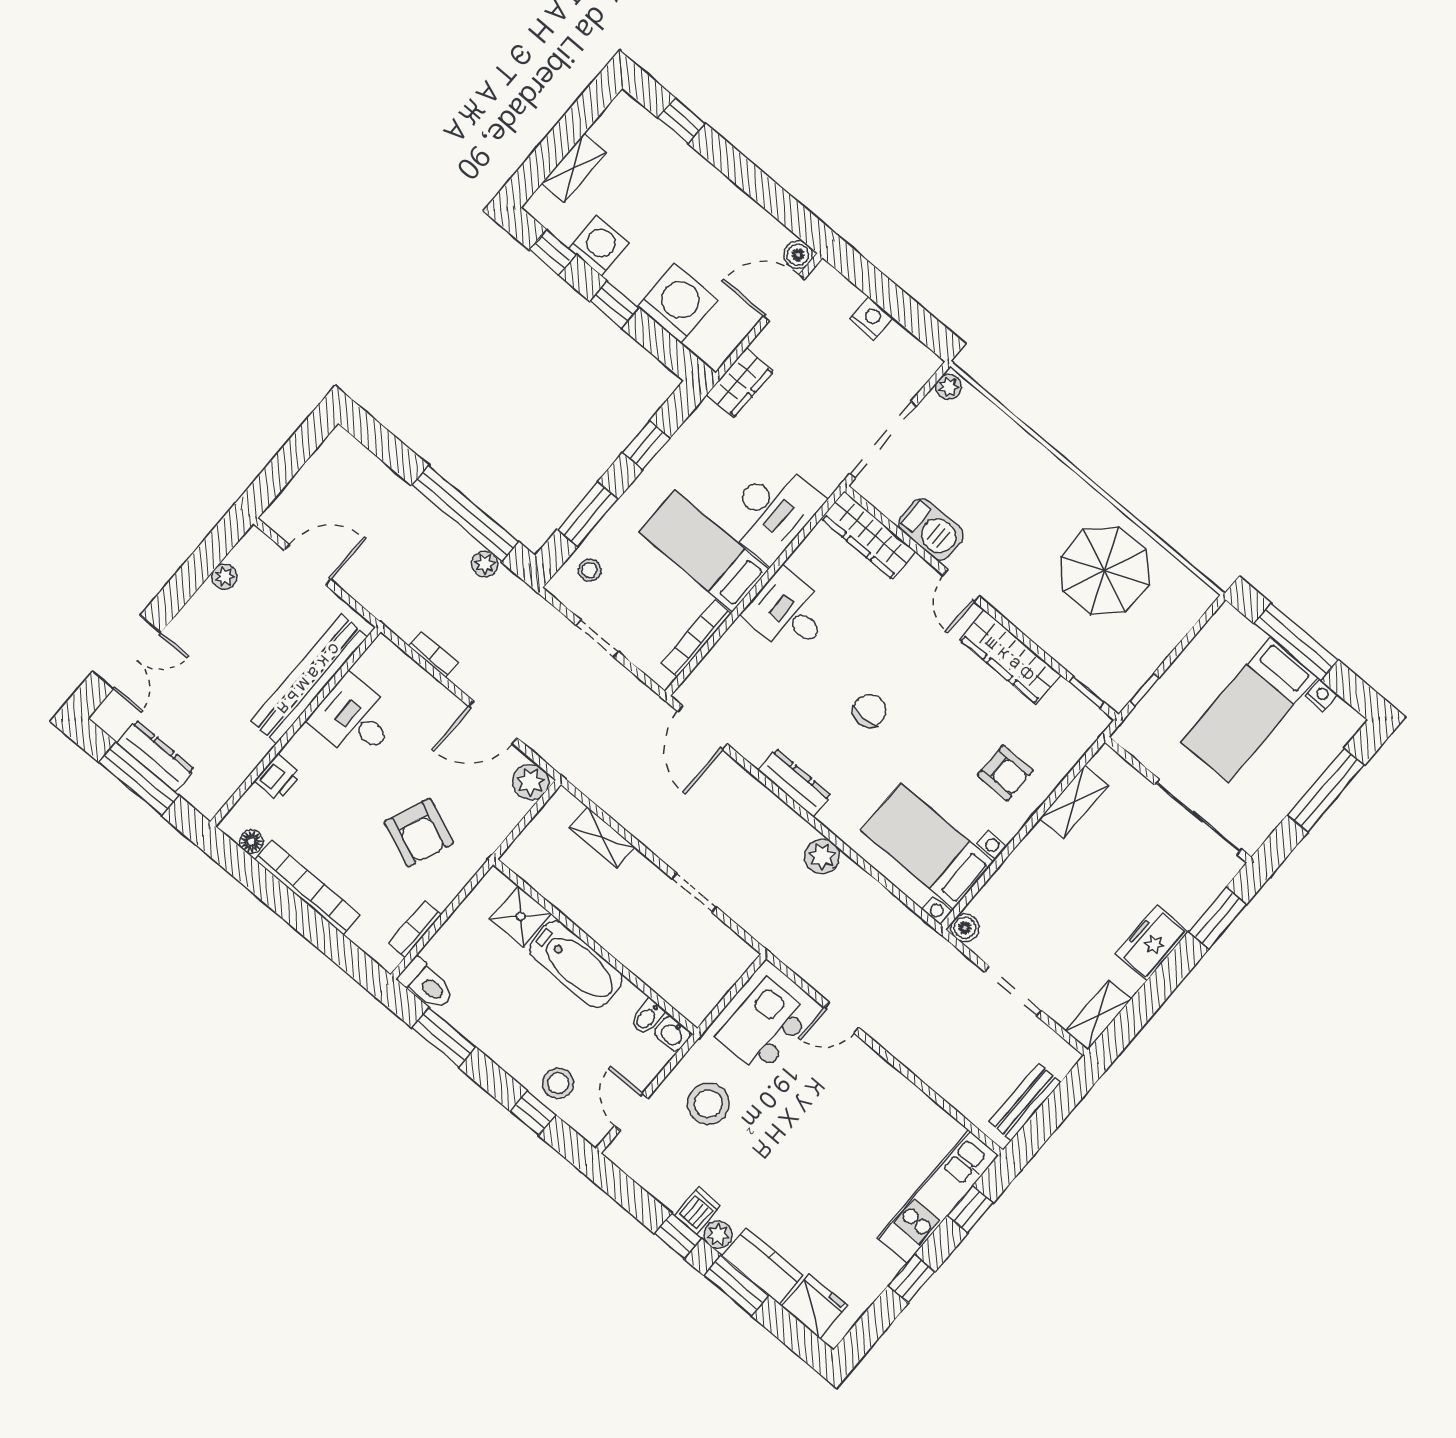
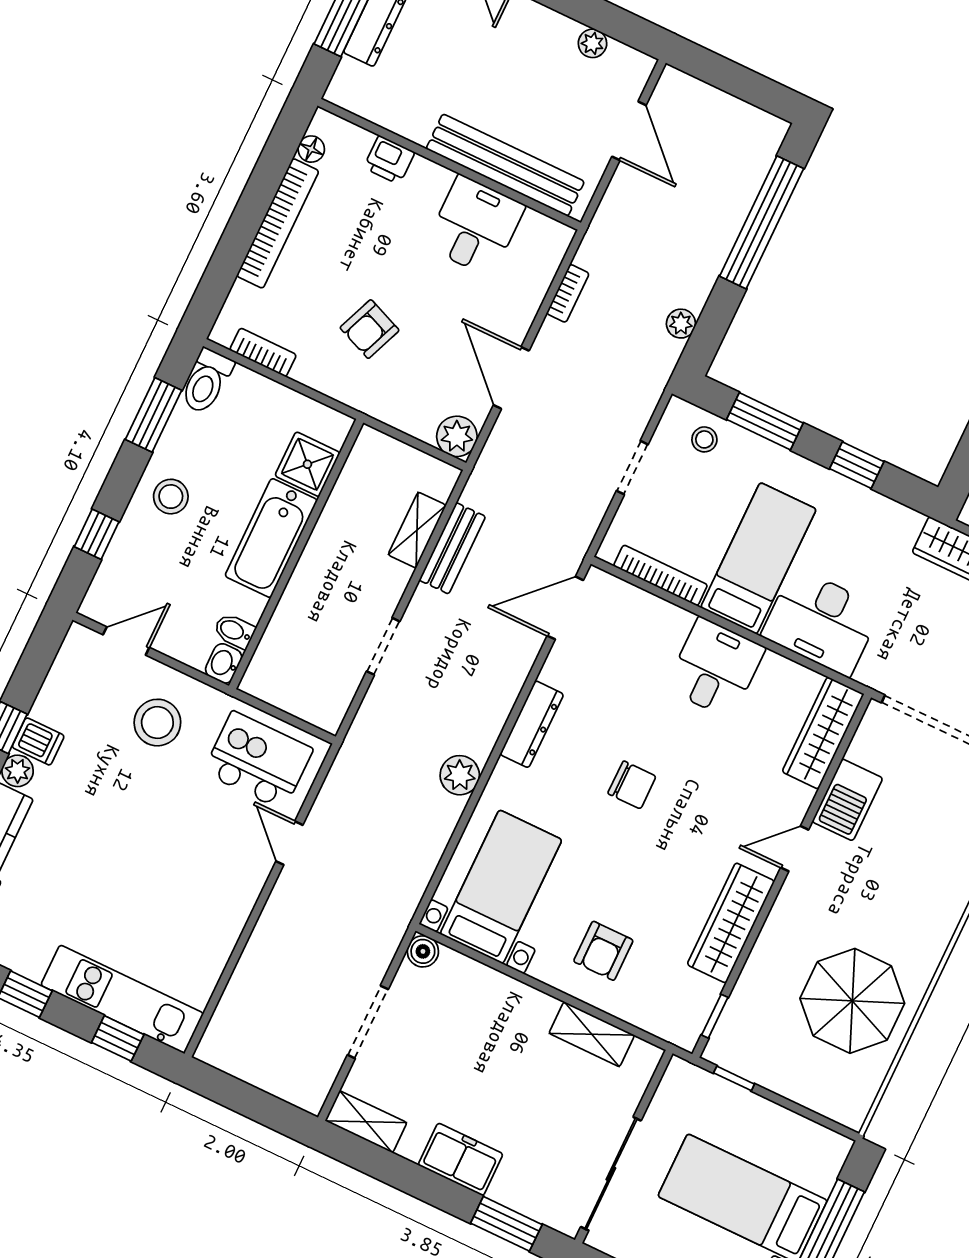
window: (465, 514) -> (762, 222), moved
armchair: (419, 832) -> (370, 329), width x0.72, depth x0.72
stool: (558, 1083) -> (171, 497), moved
bench: (1025, 1102) -> (452, 548), moved, turned 90

